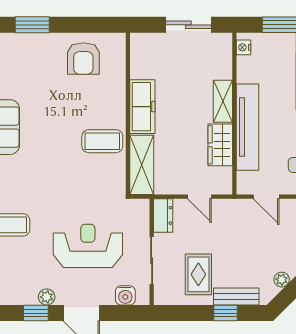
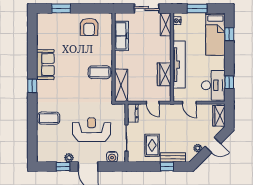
shelving: (223, 101) -> (166, 24), moved
freezer: (142, 107) -> (121, 36), moved

